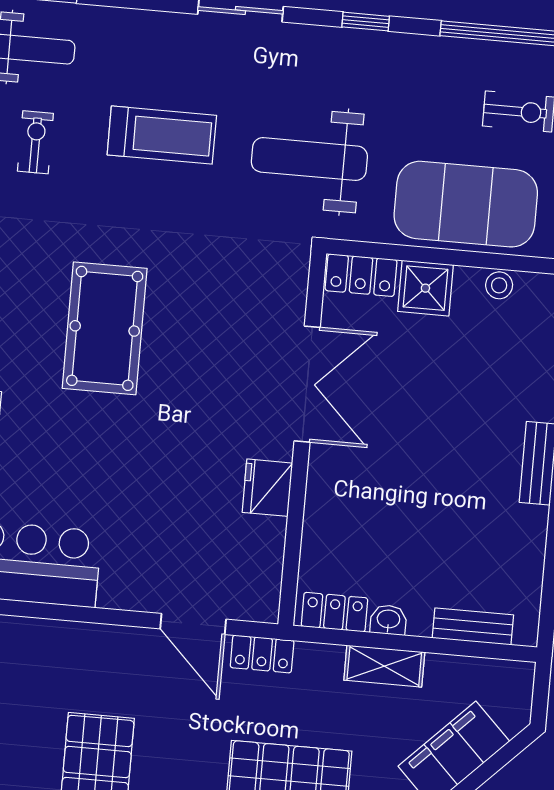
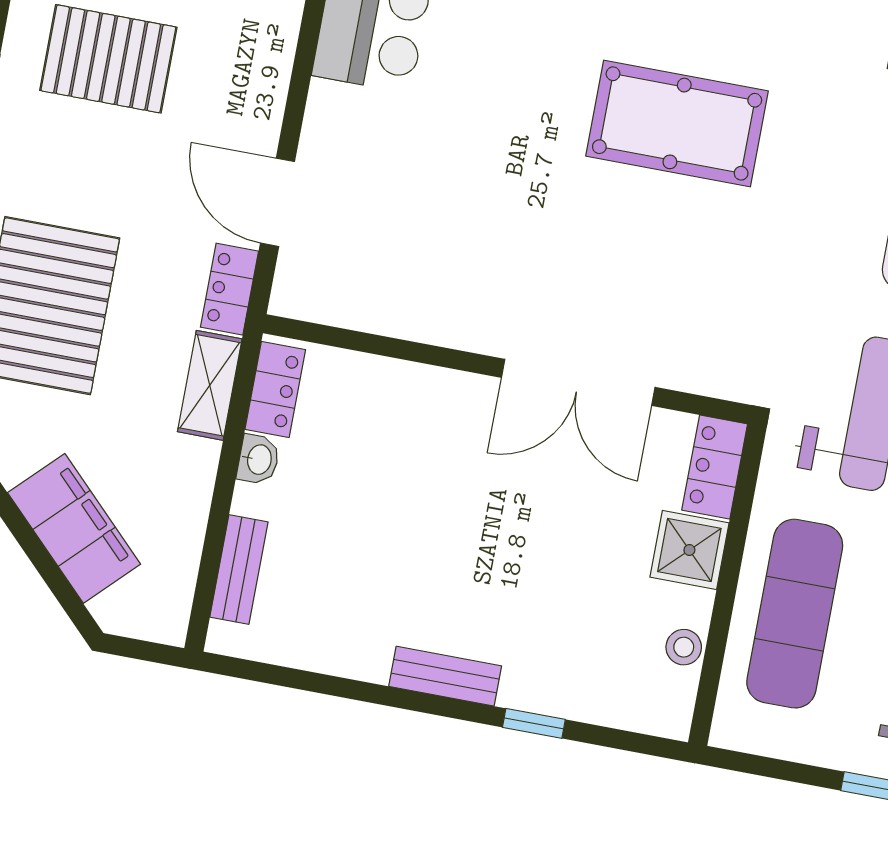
exercise mat: (466, 204) -> (795, 614), width x0.68
fridge: (267, 488) -> (447, 317), removed
door: (193, 624) -> (277, 202), hinge flipped
shelving: (384, 666) -> (210, 385), moved

